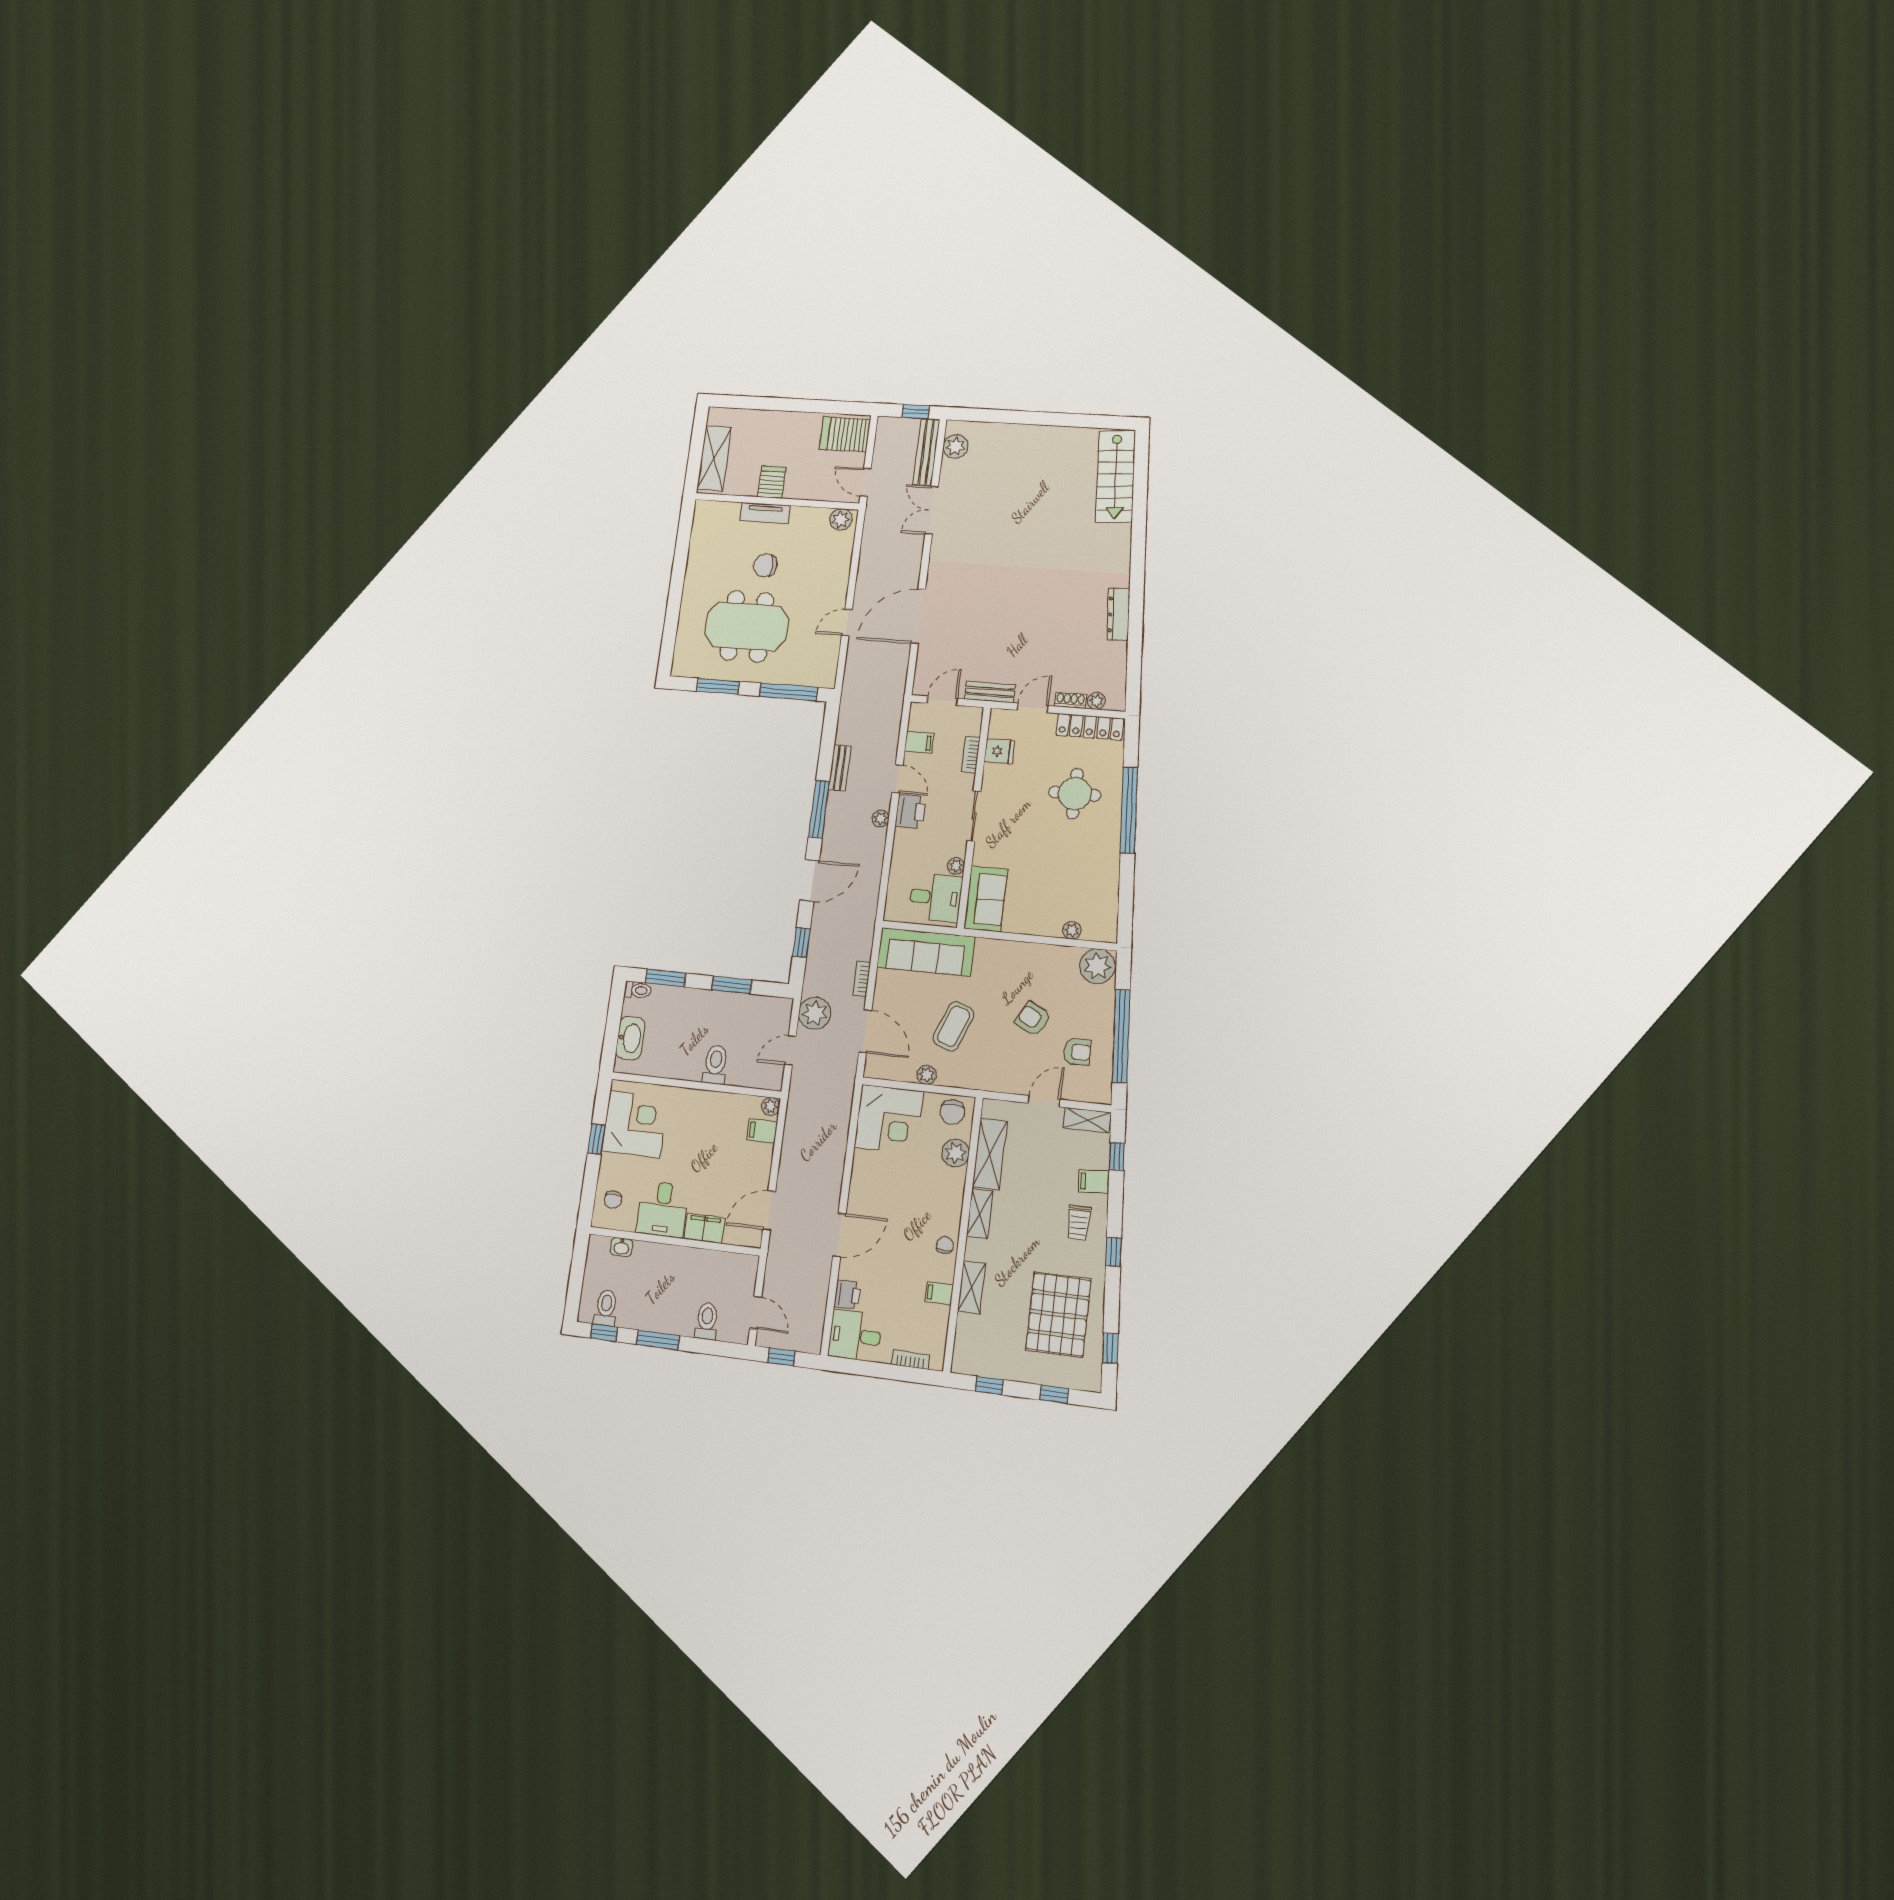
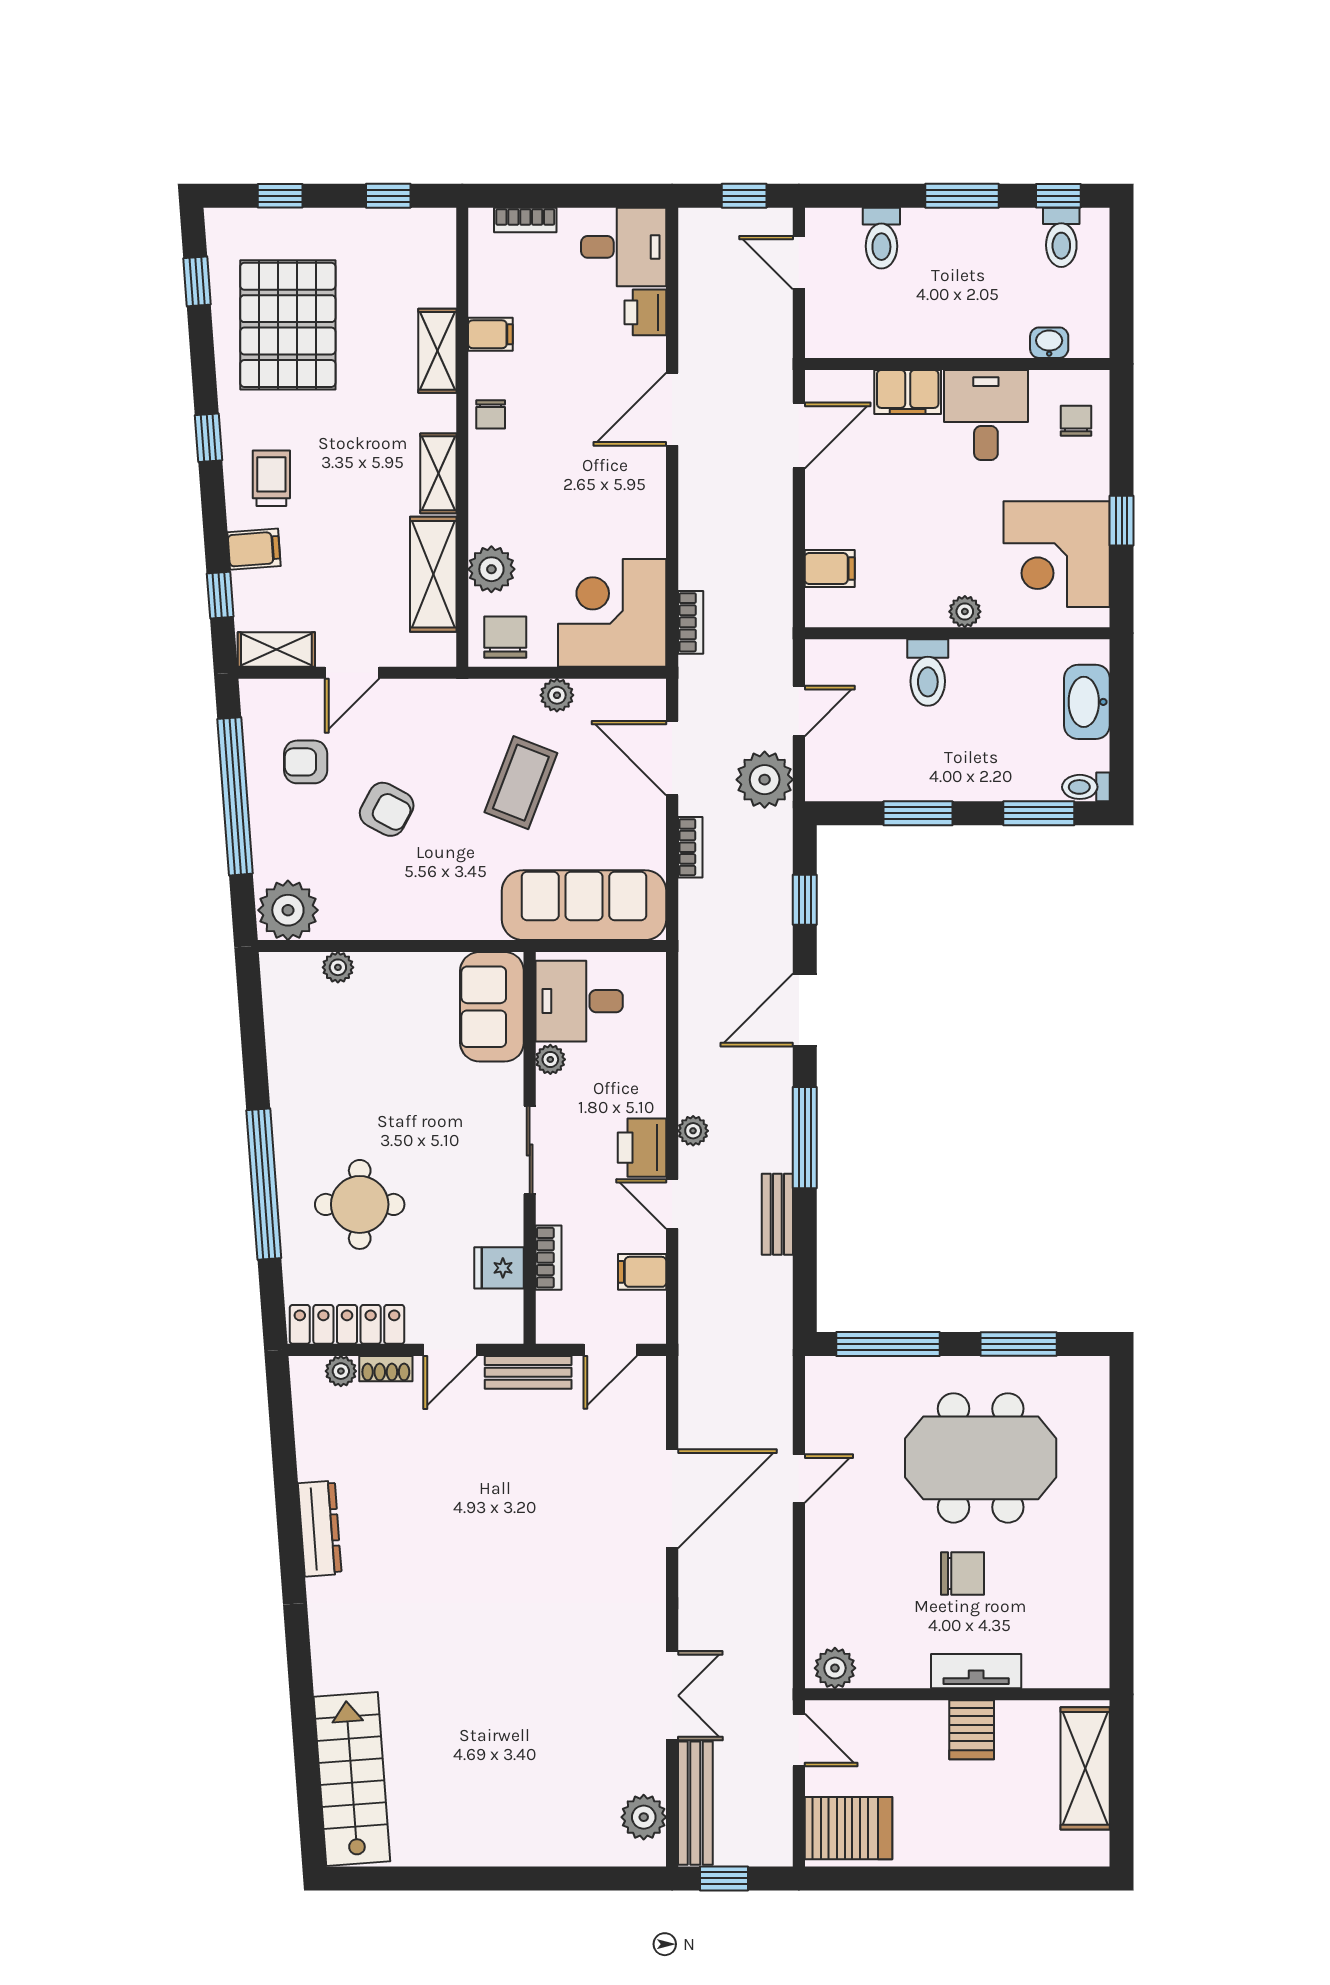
plant: (771, 1106) -> (965, 612), moved
bookcase: (845, 1109) -> (691, 622), added

